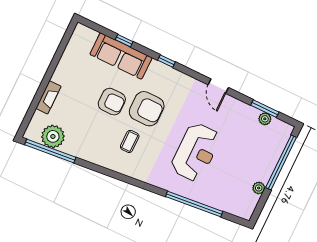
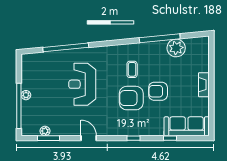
sofa: (121, 56) -> (187, 126), moved
fireplace: (48, 97) -> (204, 85), moved
plant: (53, 136) -> (176, 48), moved
window: (50, 151) -> (160, 38), moved
plant: (259, 188) -> (26, 95), moved

